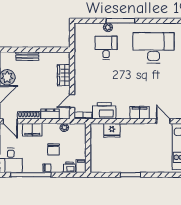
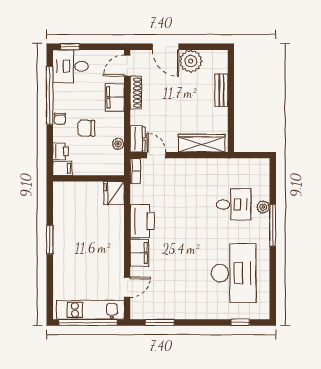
wardrobe: (64, 75) -> (202, 143), width x1.50
printer: (104, 111) -> (142, 221), moved
dresser: (50, 114) -> (138, 139), moved
fridge: (112, 130) -> (114, 193), moved

